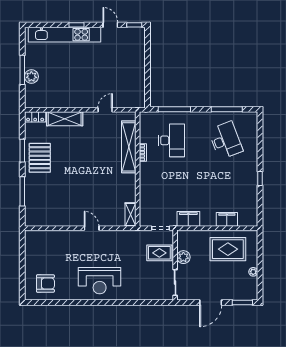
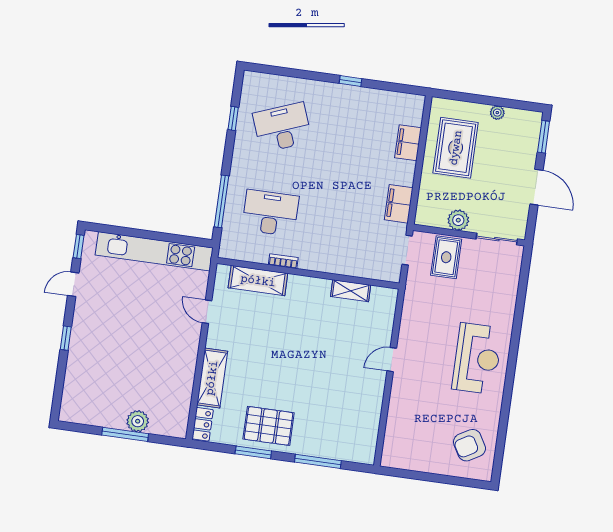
kitchen unit: (65, 35) -> (154, 251), moved, turned 90
window: (227, 109) -> (233, 118), width x0.46
shelving: (129, 147) -> (258, 281), width x0.68
shelving: (130, 214) -> (351, 291), moved
armchair: (45, 284) -> (469, 445), turned -120

